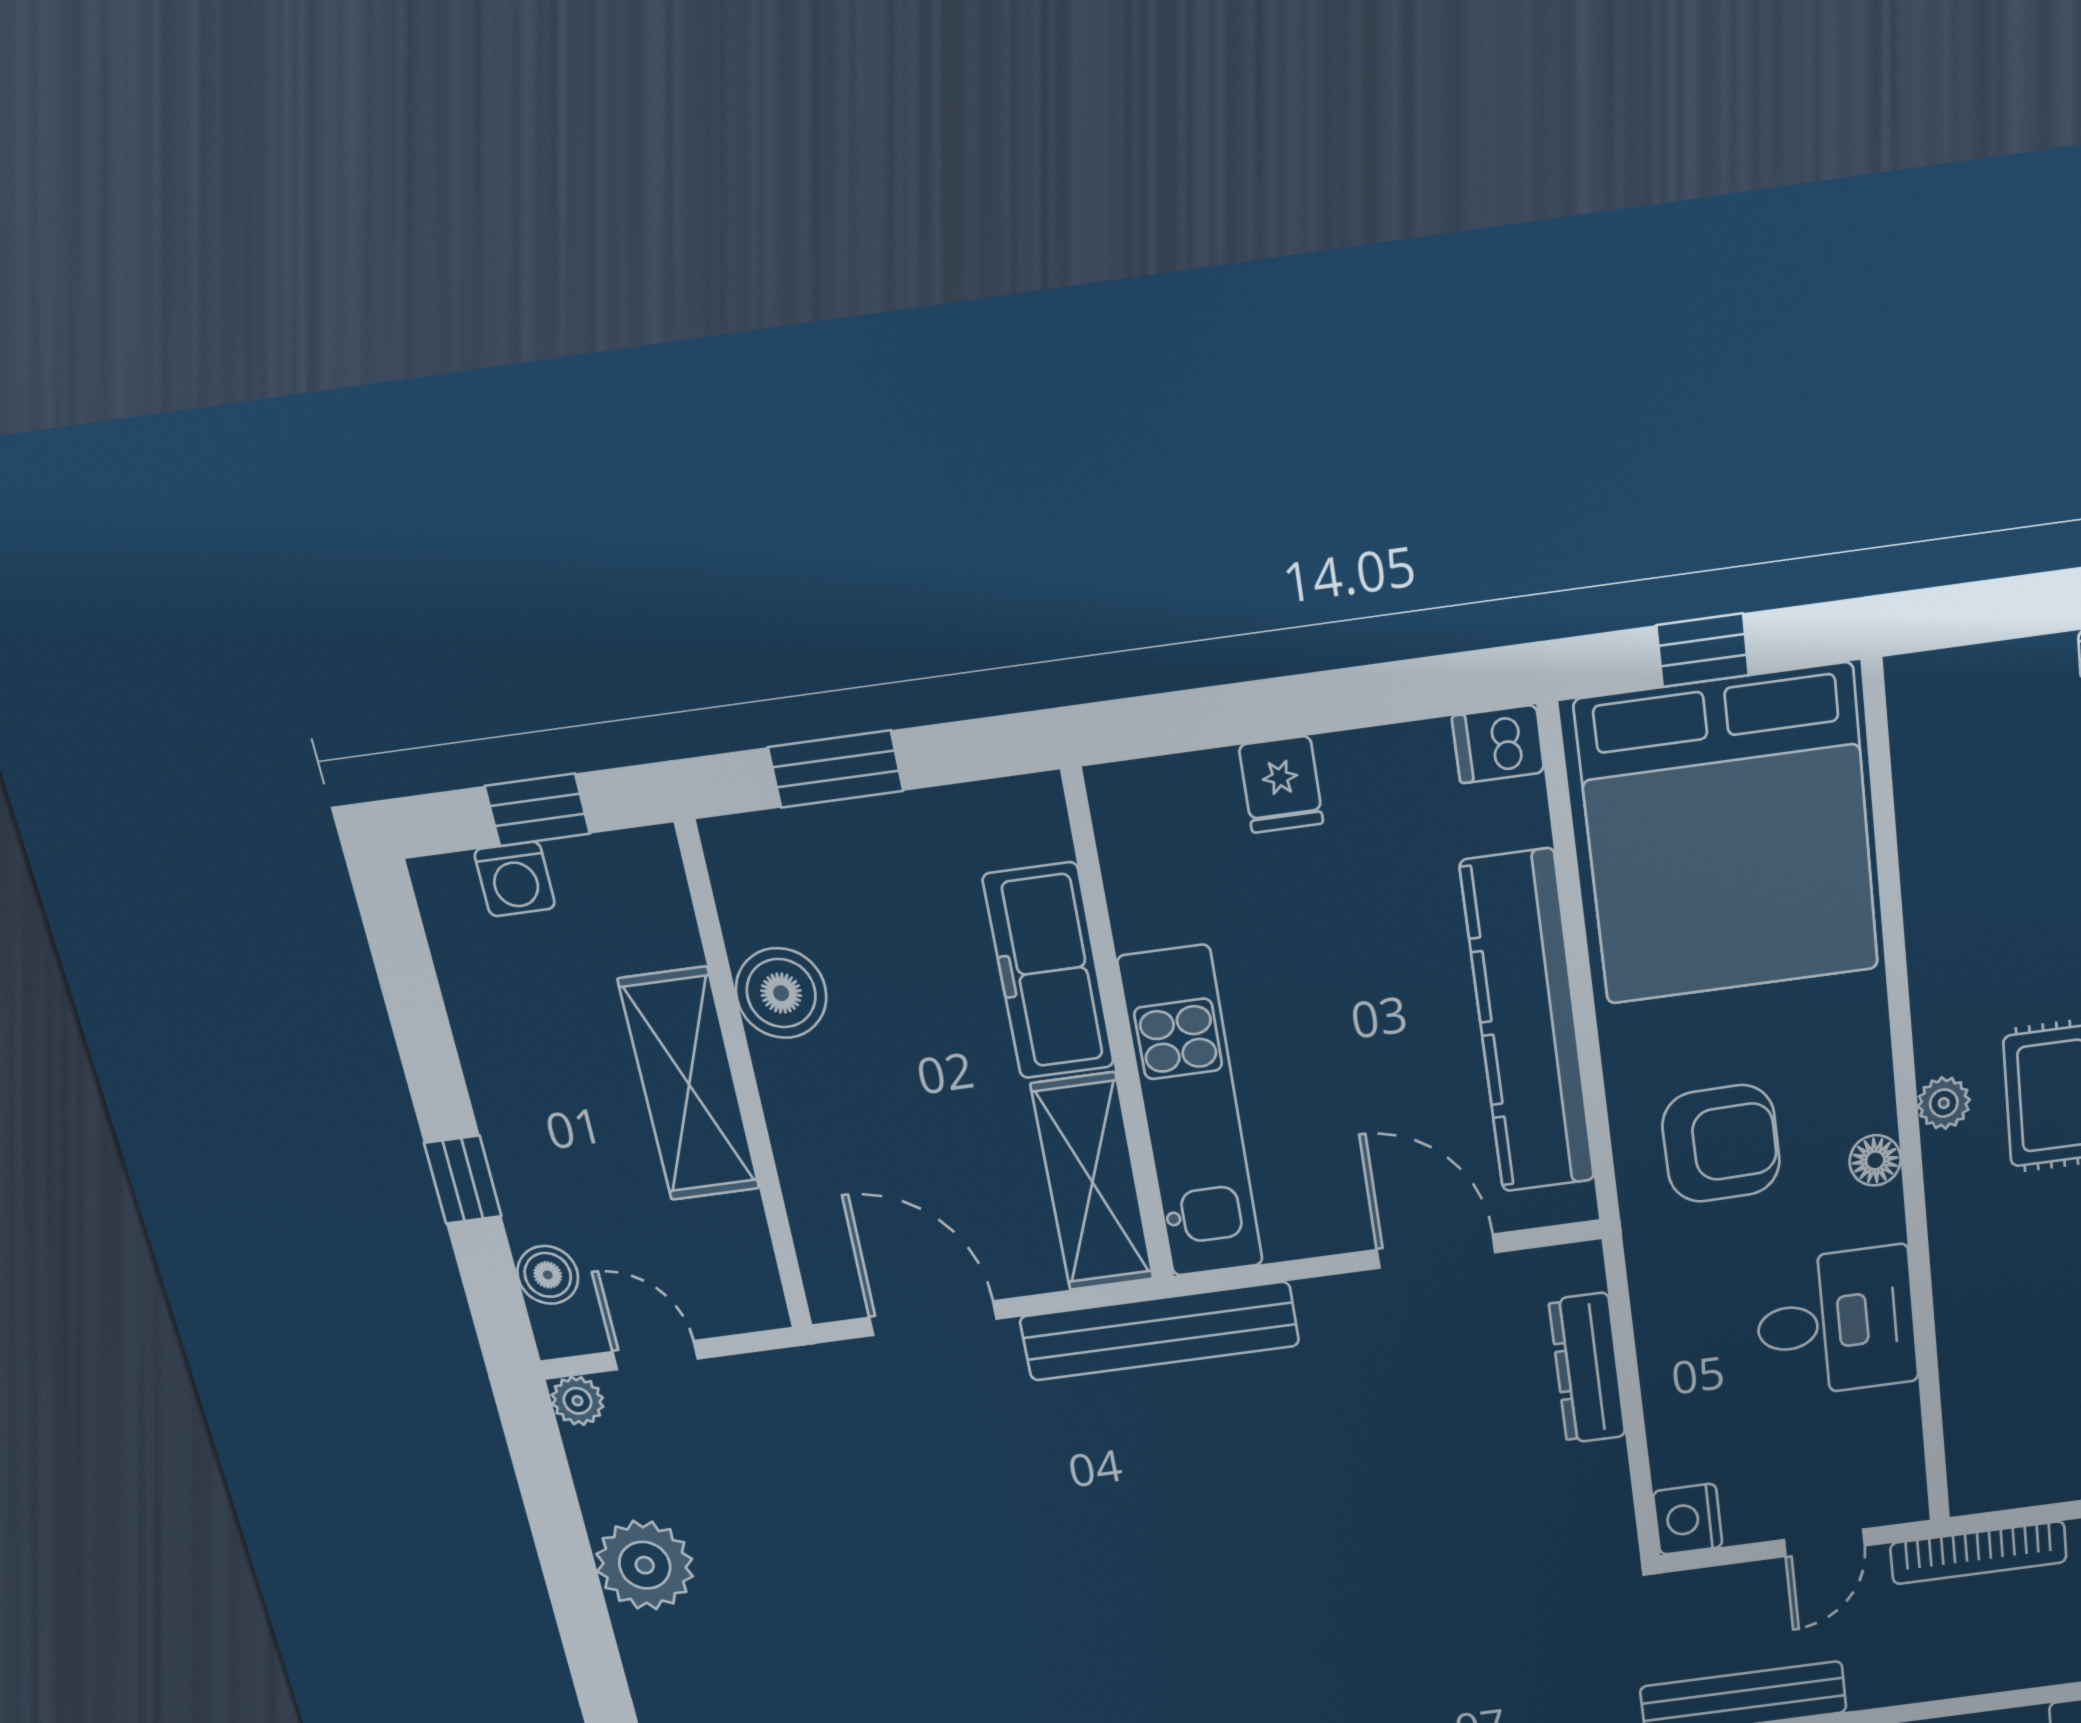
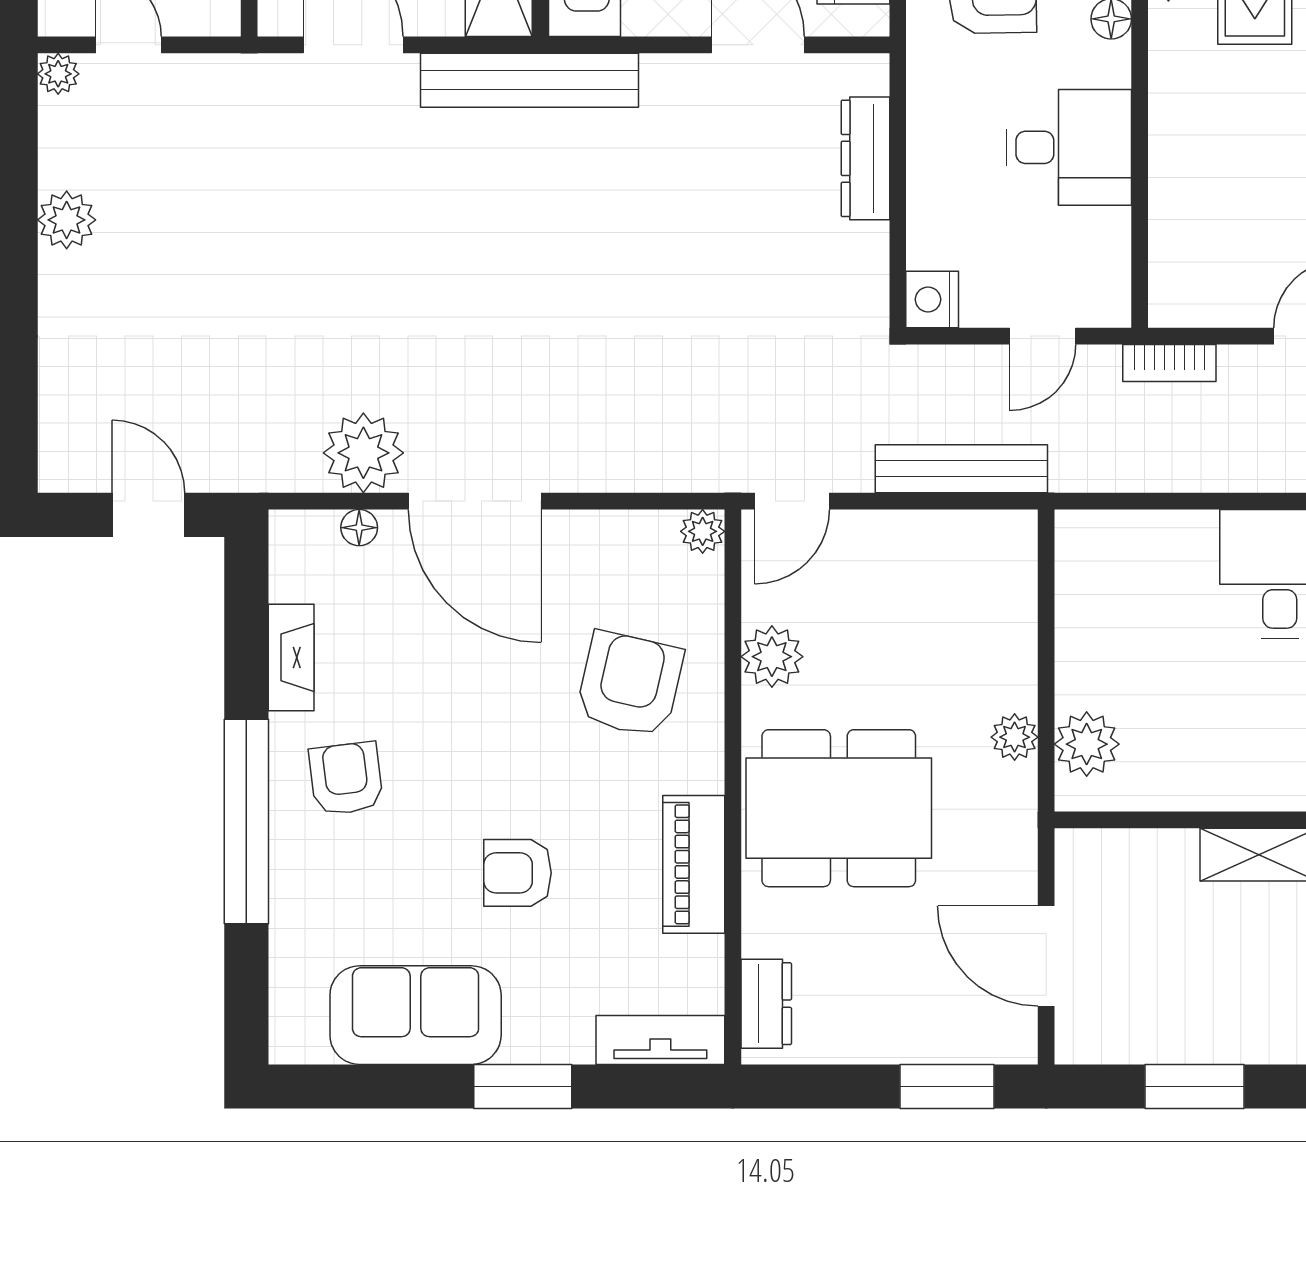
bookcase: (1978, 1553) -> (1169, 363), width x0.64
plant: (645, 1565) -> (67, 220), width x0.73, depth x0.73

